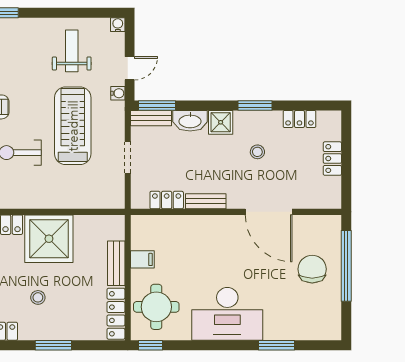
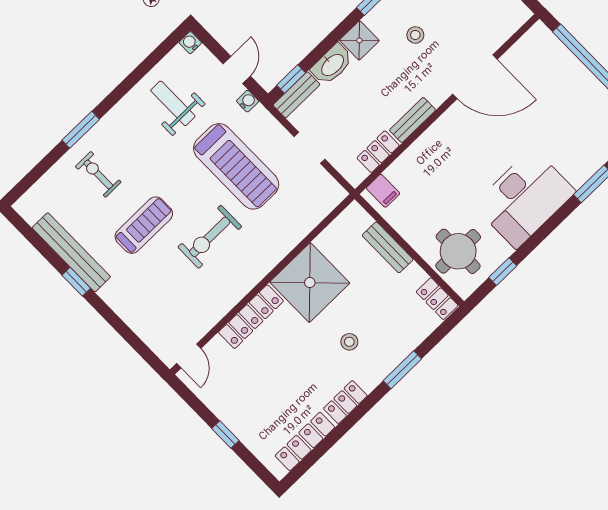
window: (157, 106) -> (291, 79), width x0.67
treadmill: (73, 126) -> (236, 166), turned 180
filing cabinet: (142, 259) -> (383, 191), moved, turned 90
chair: (312, 269) -> (560, 89), removed
locker: (116, 314) -> (437, 299), width x0.66
window: (151, 345) -> (503, 272), moved

